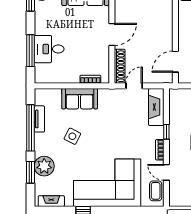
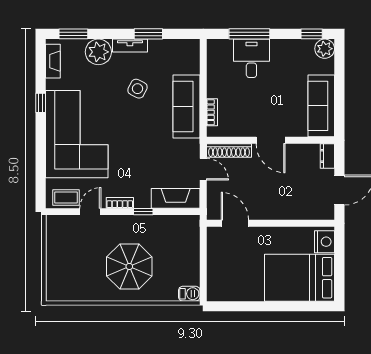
sofa: (80, 99) -> (187, 106), width x1.36
tv unit: (39, 119) -> (130, 46), moved
window: (30, 128) -> (148, 34), width x0.47
window: (30, 172) -> (73, 34), moved

